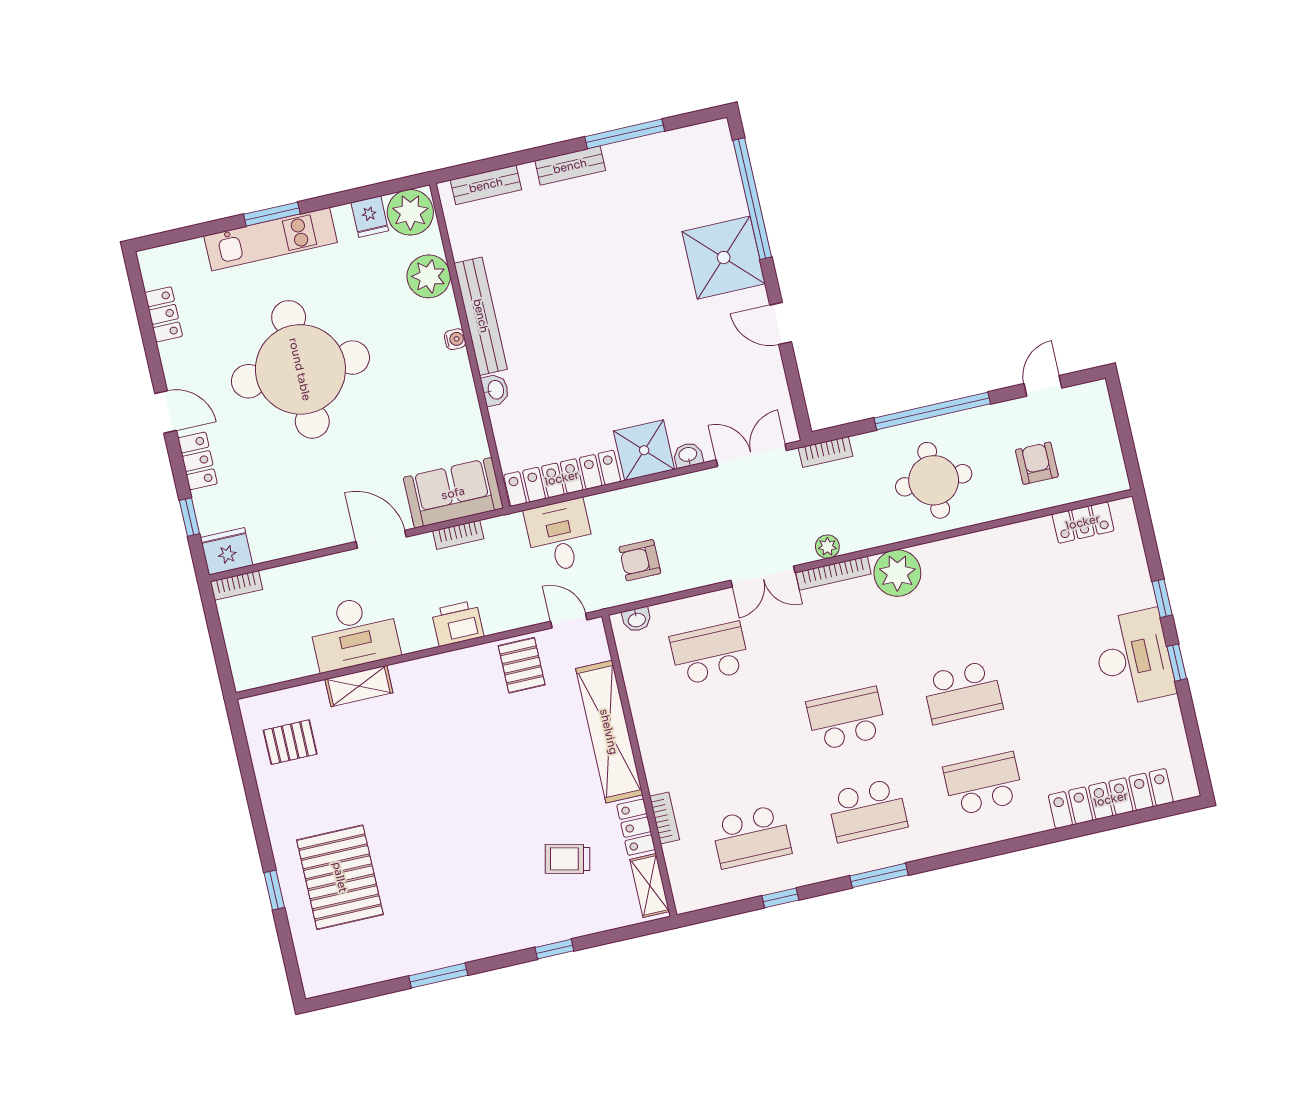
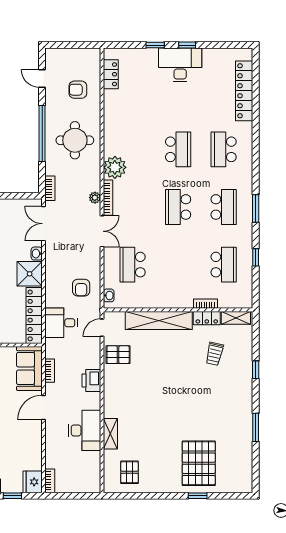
pallet: (340, 877) -> (199, 463), turned 90

